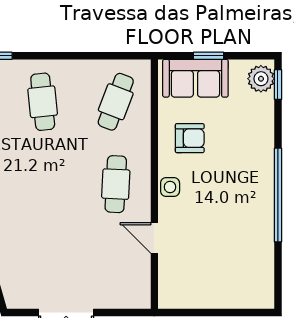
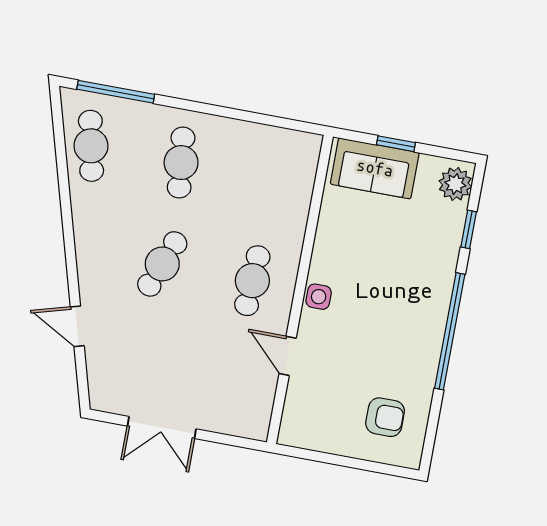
window: (278, 85) -> (469, 229), moved
cafe table: (116, 102) -> (162, 264), moved
armchair: (190, 138) -> (385, 417), moved

